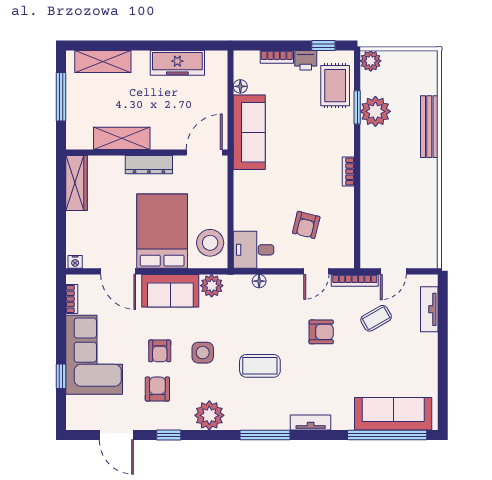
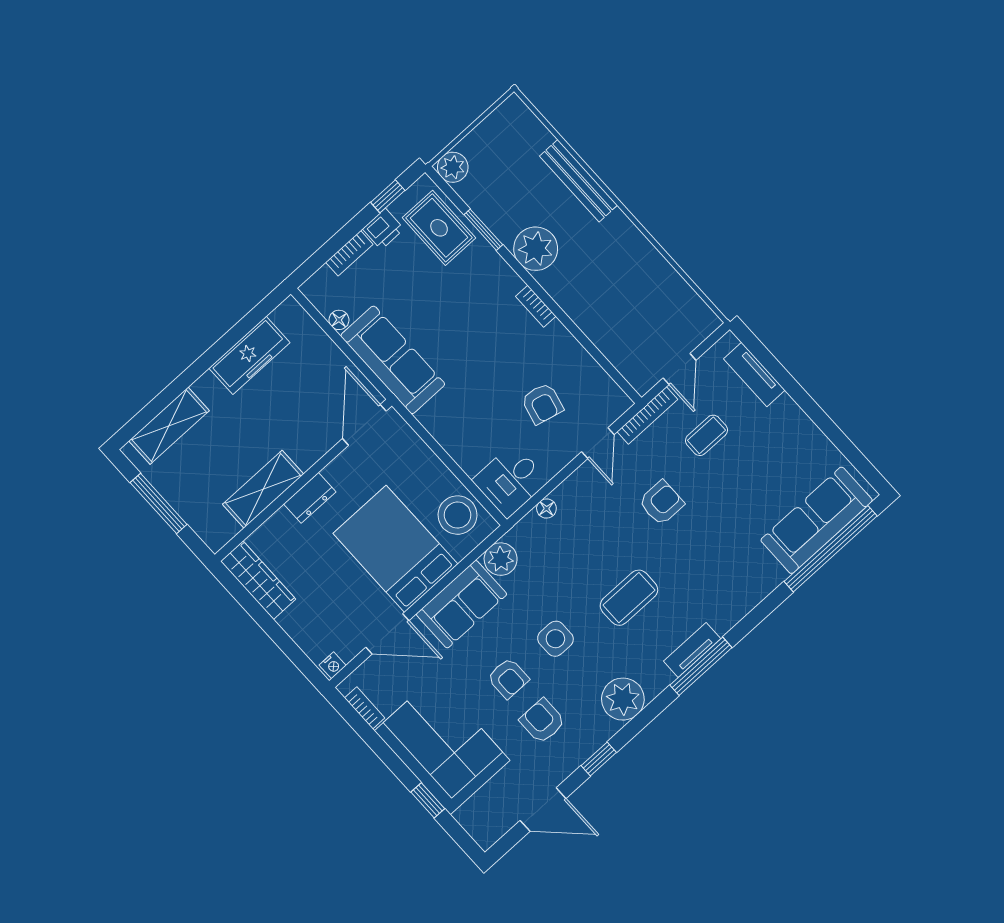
plant: (375, 111) -> (536, 249), moved
dresser: (149, 165) -> (310, 498), width x0.70
coffee table: (376, 318) -> (706, 435), turned 30
tv unit: (311, 422) -> (692, 650), moved

